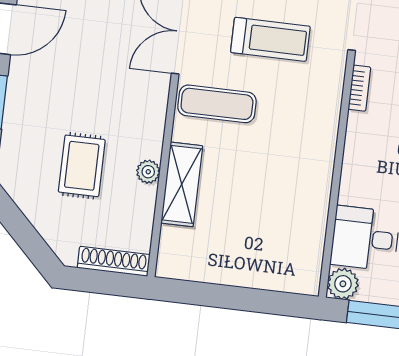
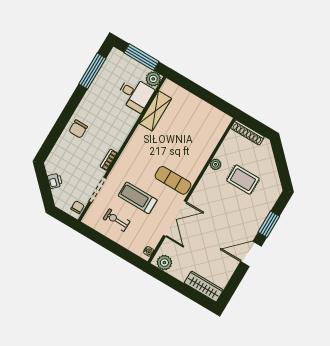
rug: (82, 166) -> (243, 180), turned 90
shelving: (182, 184) -> (155, 111), moved

